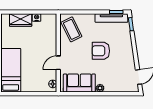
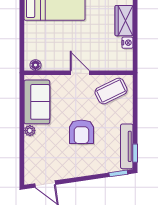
armchair: (101, 51) -> (81, 132), turned 180
door: (58, 63) -> (80, 73), moved

